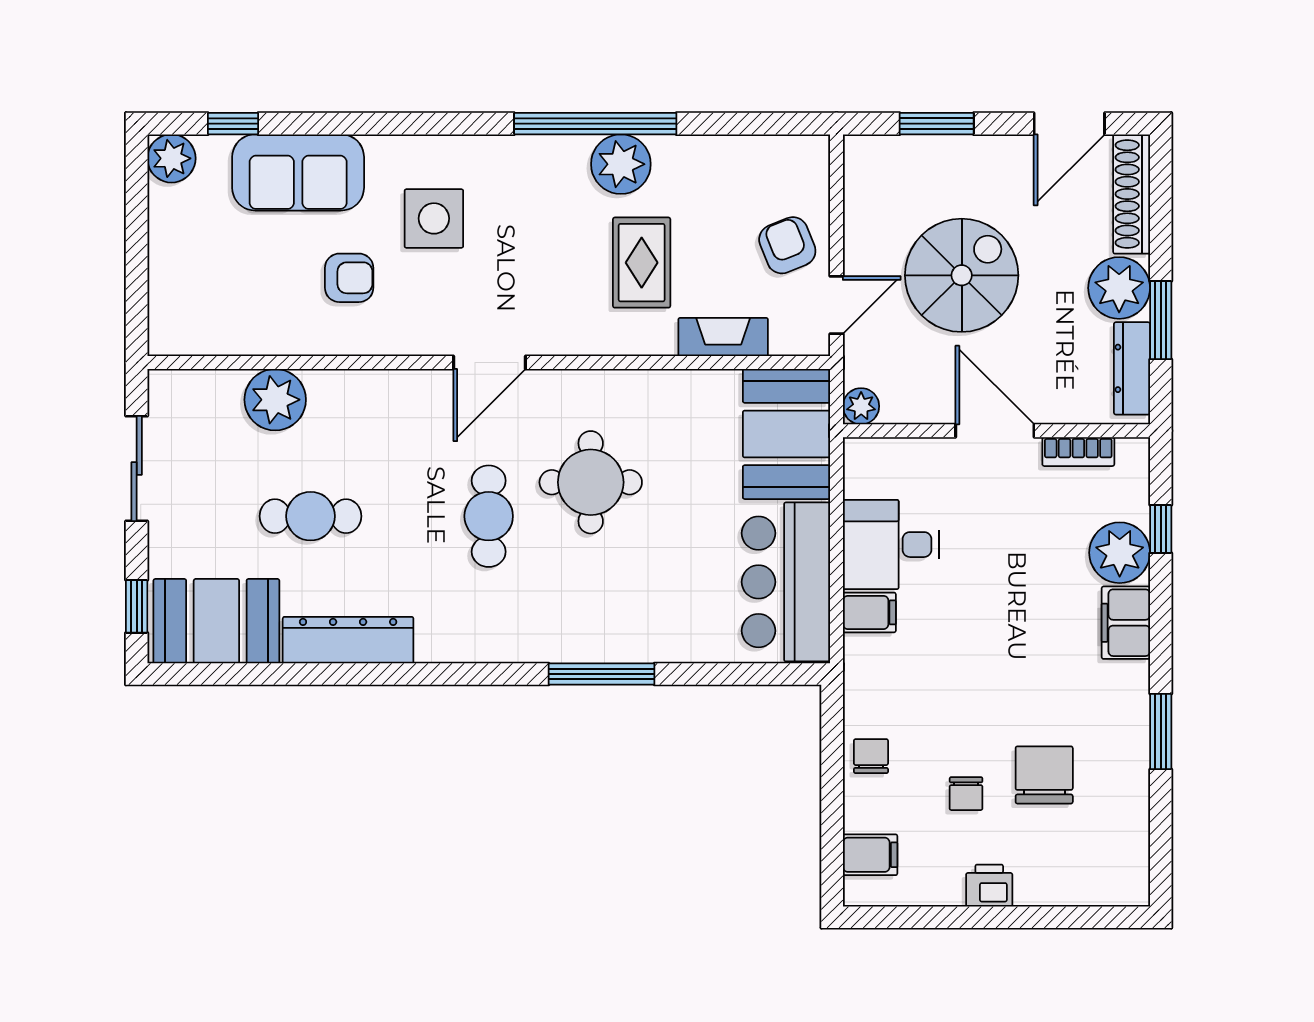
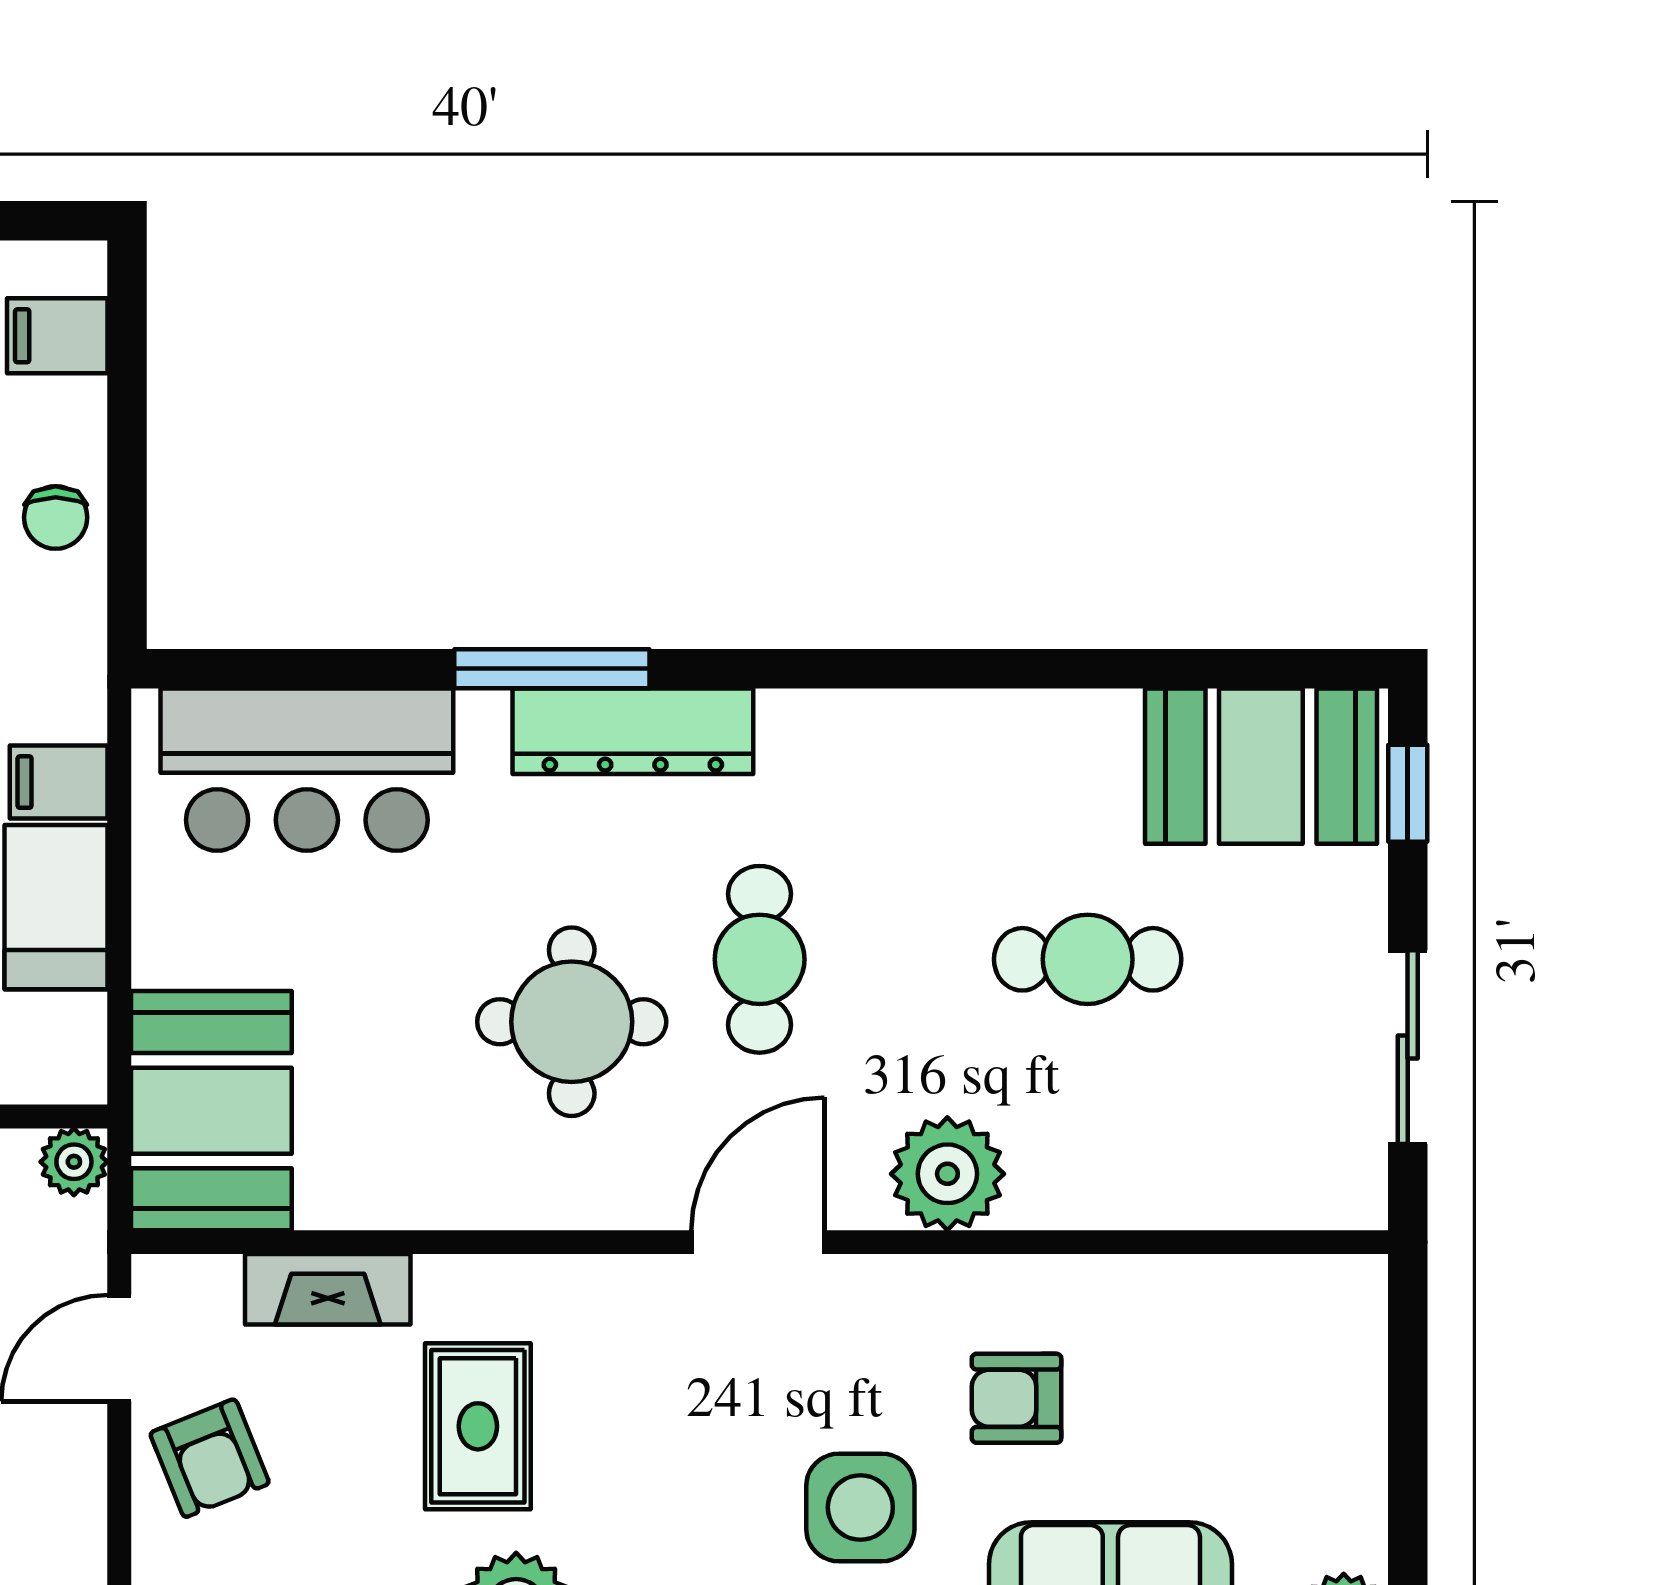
plant: (275, 400) -> (947, 1174), moved
bar counter: (786, 582) -> (307, 770), moved, turned 90
dresser: (348, 640) -> (633, 731), moved

